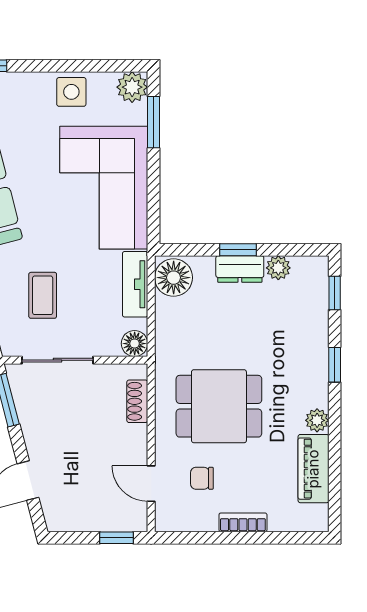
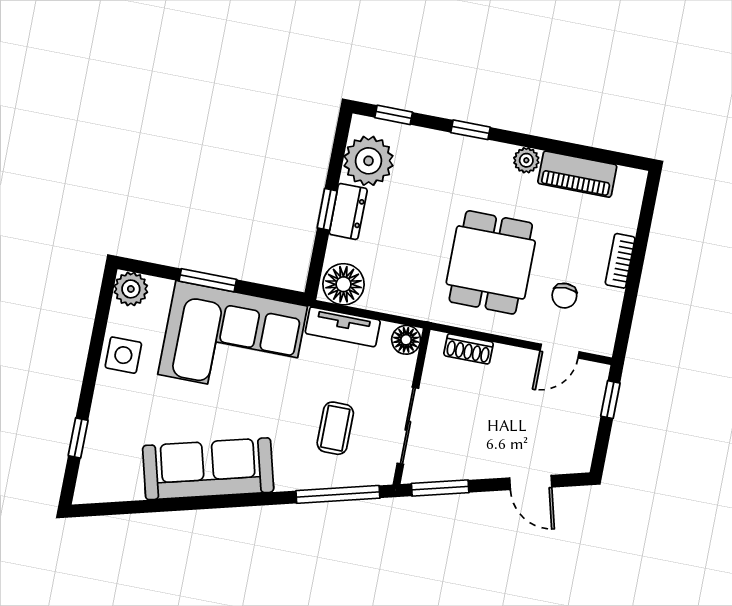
window: (153, 122) -> (208, 280), moved
plant: (278, 268) -> (368, 161), width x1.88, depth x1.88
coffee table: (43, 295) -> (335, 428), turned 90

